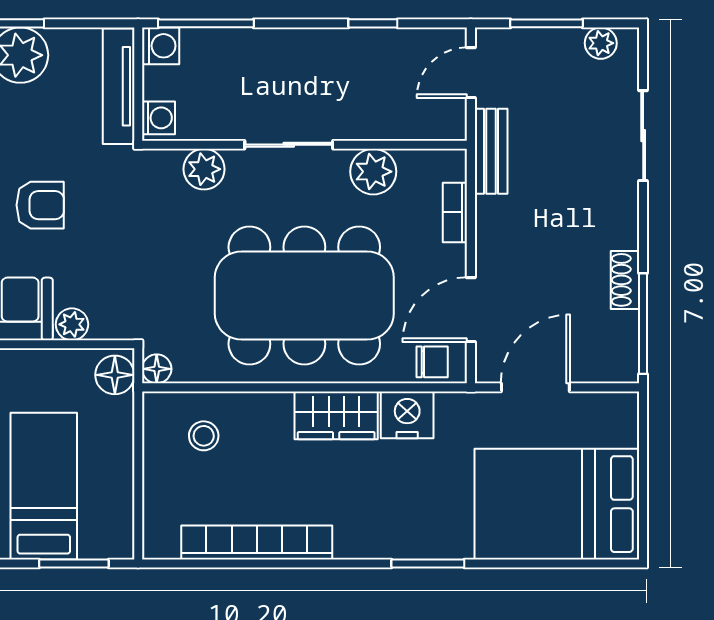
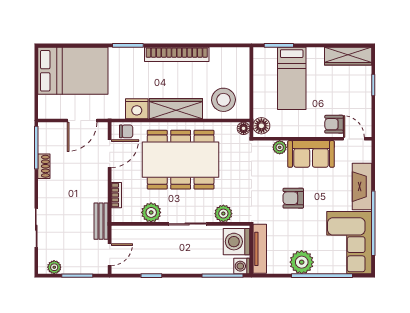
washing machine: (159, 118) -> (237, 242), width x1.89, depth x1.89
chair: (432, 362) -> (126, 131), turned 180
wardrobe: (336, 415) -> (176, 109), width x1.50
stool: (204, 436) -> (223, 100), width x1.89, depth x1.89
bookcase: (257, 542) -> (177, 54), moved

